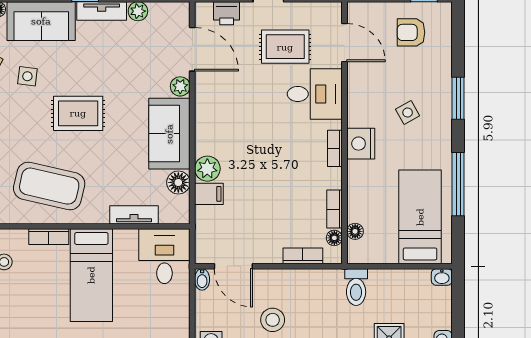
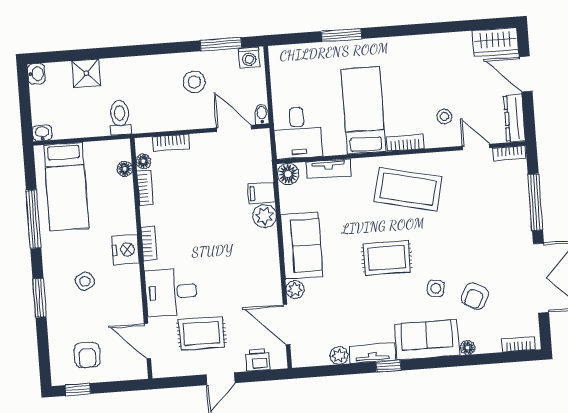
armchair: (411, 32) -> (87, 355), turned 90
floor lamp: (178, 182) -> (288, 174), moved

